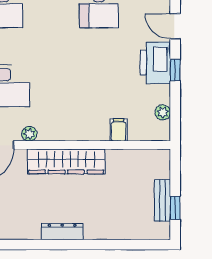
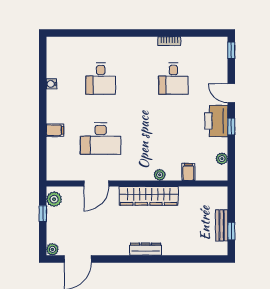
plant: (29, 134) -> (160, 175), moved

